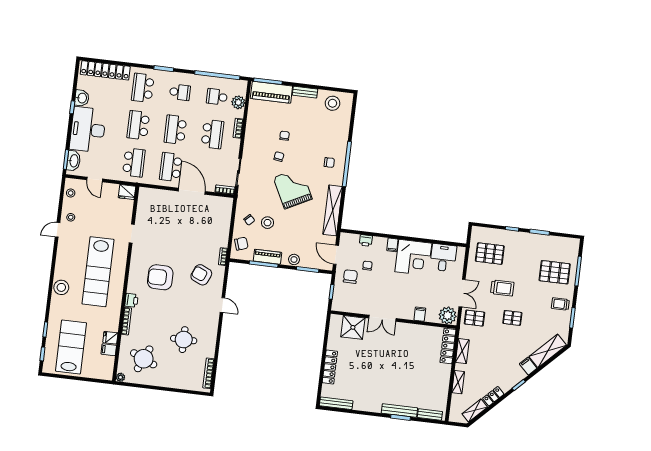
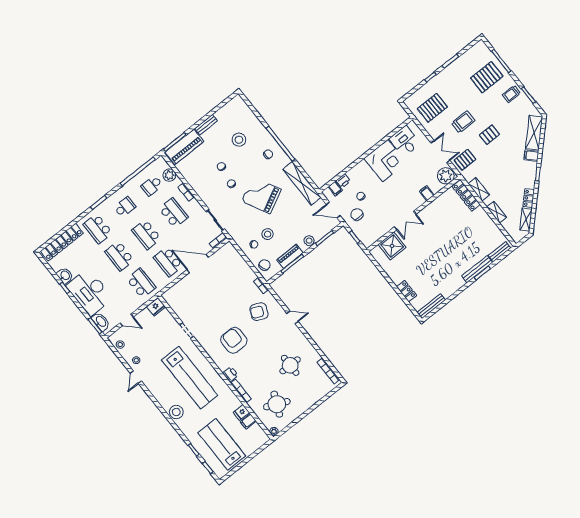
stool: (333, 103) -> (239, 140), moved
filing cabinet: (392, 245) -> (335, 189), moved
armchair: (160, 277) -> (234, 340), turned 90
locker: (330, 367) -> (407, 291), width x0.66

